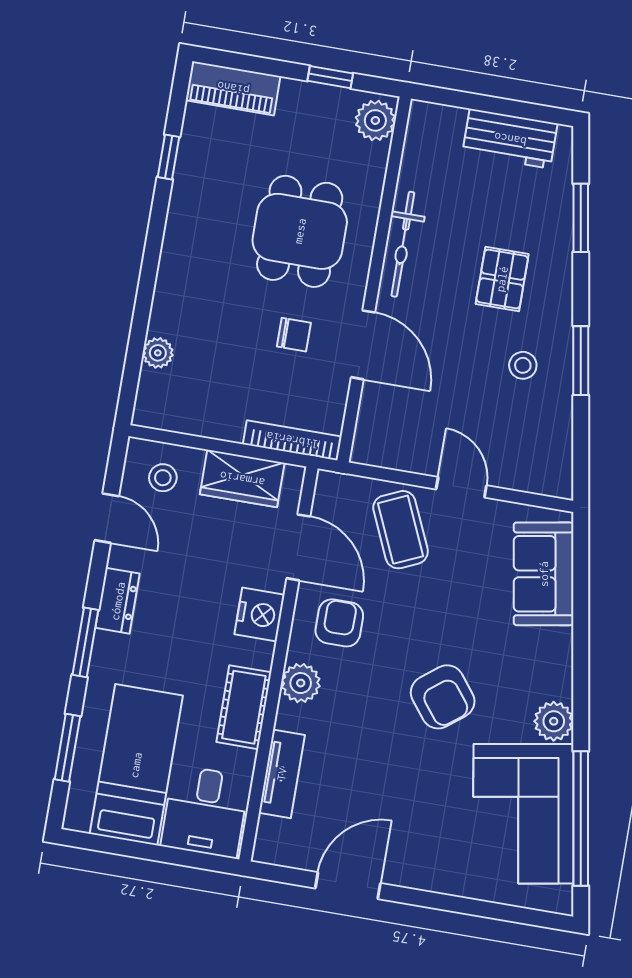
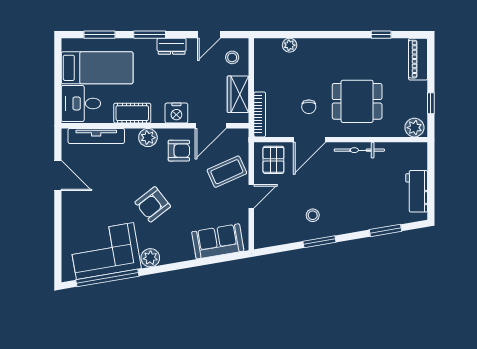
pallet: (502, 279) -> (273, 160), moved, turned 90
tv unit: (282, 774) -> (96, 136), width x1.41

